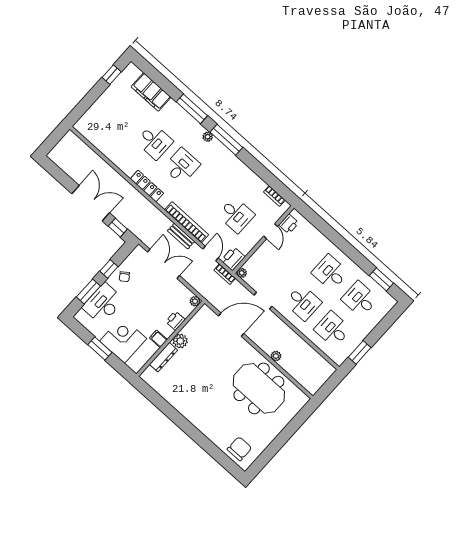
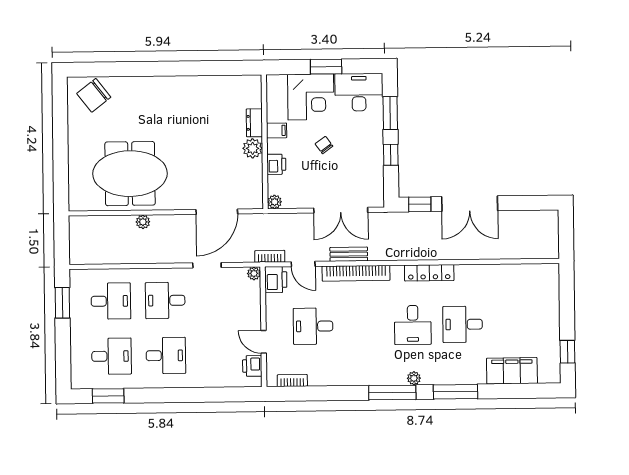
chair: (124, 277) -> (324, 145), moved
desk: (103, 304) -> (359, 92), moved, turned -90
dresser: (164, 357) -> (254, 123), width x0.70
chair: (239, 449) -> (94, 95), turned 52

